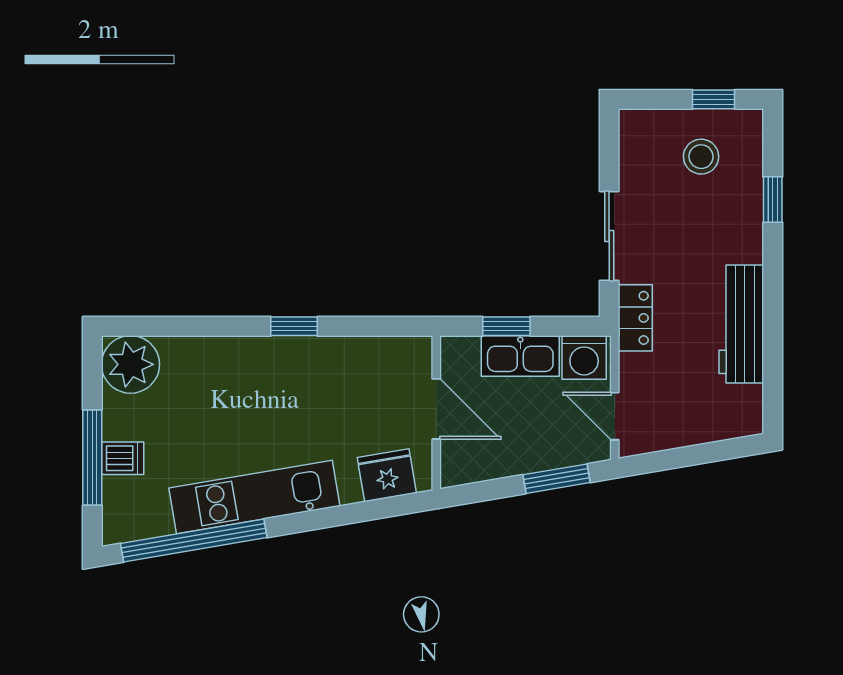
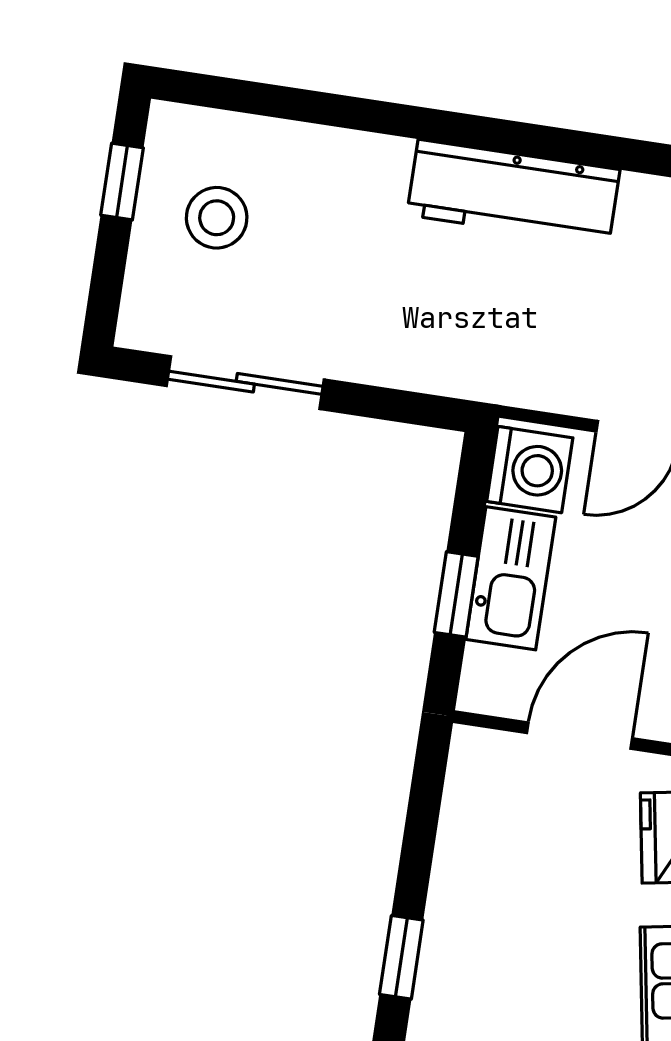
window: (773, 200) -> (309, 106), removed
sliding door: (609, 236) -> (245, 383), moved
locker: (635, 318) -> (475, 372), removed

